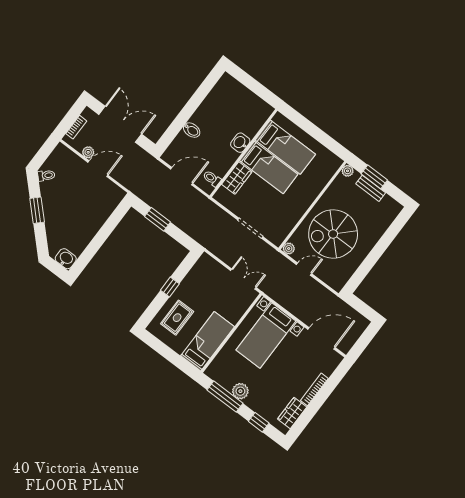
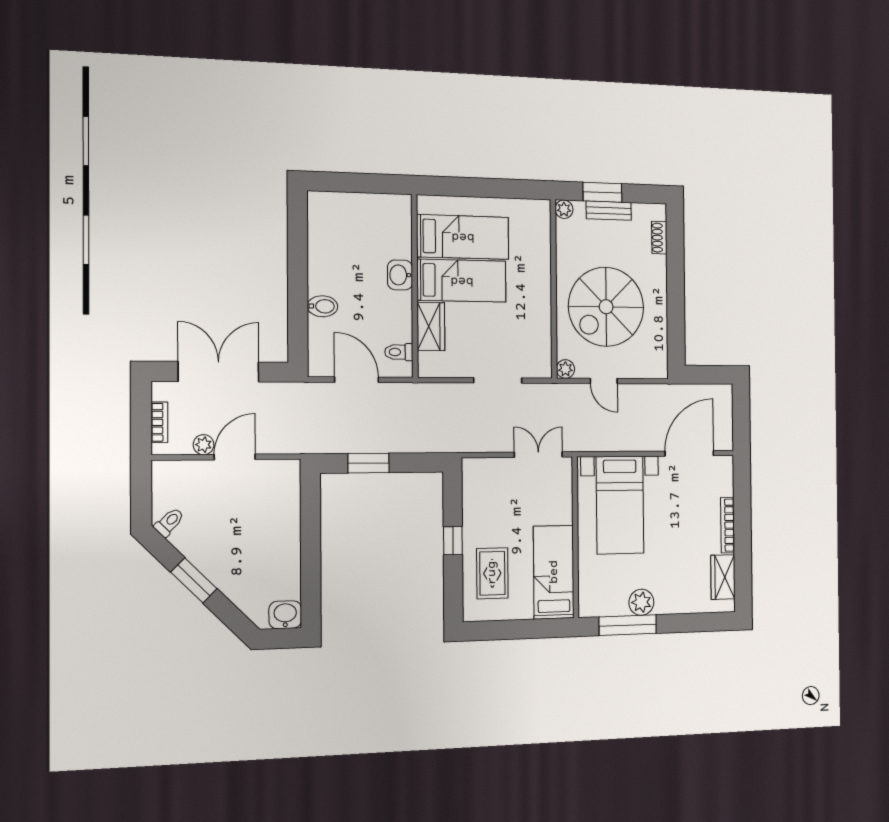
door: (182, 176) -> (357, 380), hinge flipped
shoe rack: (388, 221) -> (659, 238), added
door: (304, 269) -> (604, 381), swing flipped
window: (259, 422) -> (692, 623), removed

